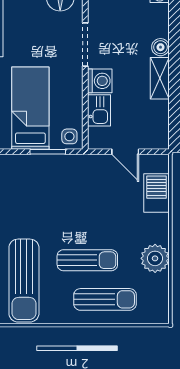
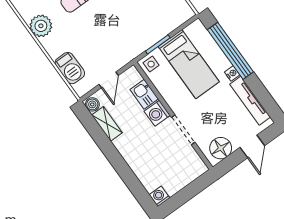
boiler: (160, 47) -> (92, 104), moved
shelving: (160, 78) -> (107, 124), moved
door: (125, 152) -> (109, 80), swing flipped

